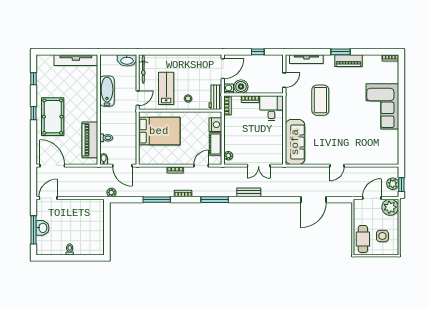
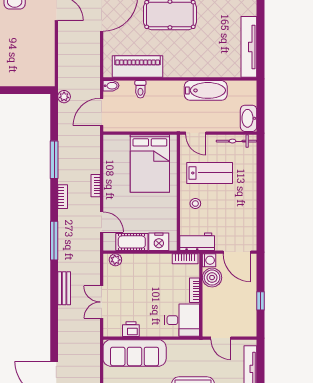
printer: (278, 145) -> (131, 329), added

